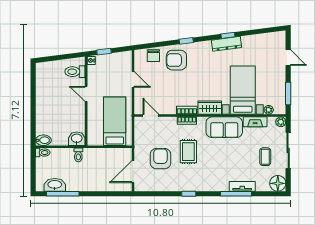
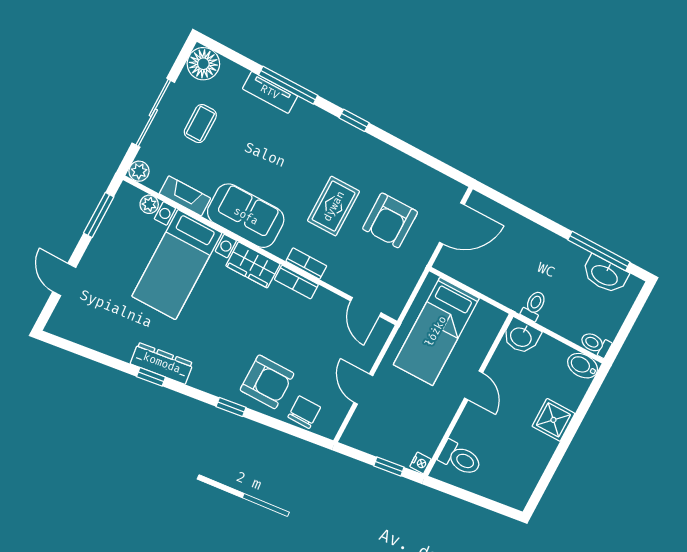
door: (86, 94) -> (473, 385), moved
shower: (43, 110) -> (553, 420), added
window: (189, 194) -> (354, 120), moved

